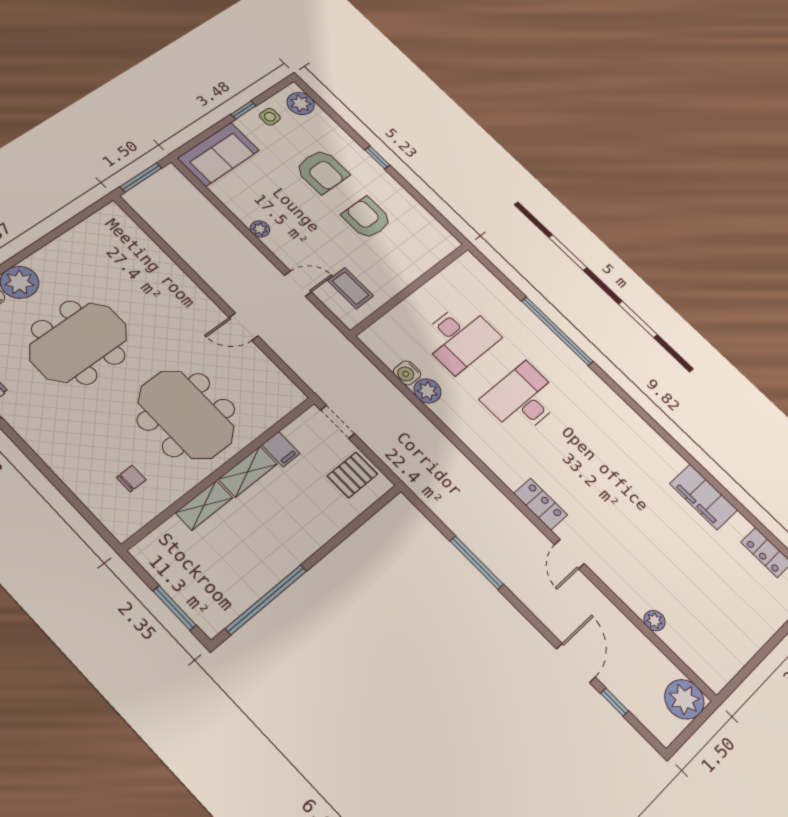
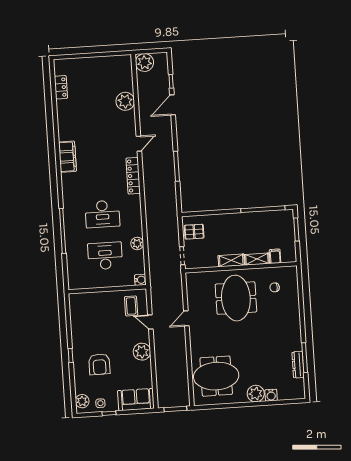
armchair: (322, 171) -> (99, 364), turned 180
armchair: (367, 218) -> (98, 331), removed
plant: (260, 229) -> (142, 352), width x1.88, depth x1.88
door: (244, 327) -> (186, 318), swing flipped
meeting table: (78, 342) -> (216, 376), moved
water cooler: (407, 373) -> (140, 280), moved
filing cabinet: (281, 449) -> (275, 256), moved
filing cabinet: (704, 497) -> (67, 157), moved
locker: (541, 504) -> (133, 176), width x1.53
plant: (654, 621) -> (125, 101), width x1.88, depth x1.88

